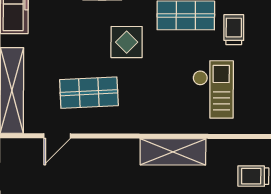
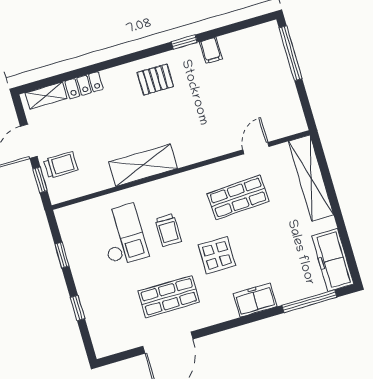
trolley: (234, 30) -> (168, 230), moved
checkout: (213, 89) -> (123, 235), turned 180

